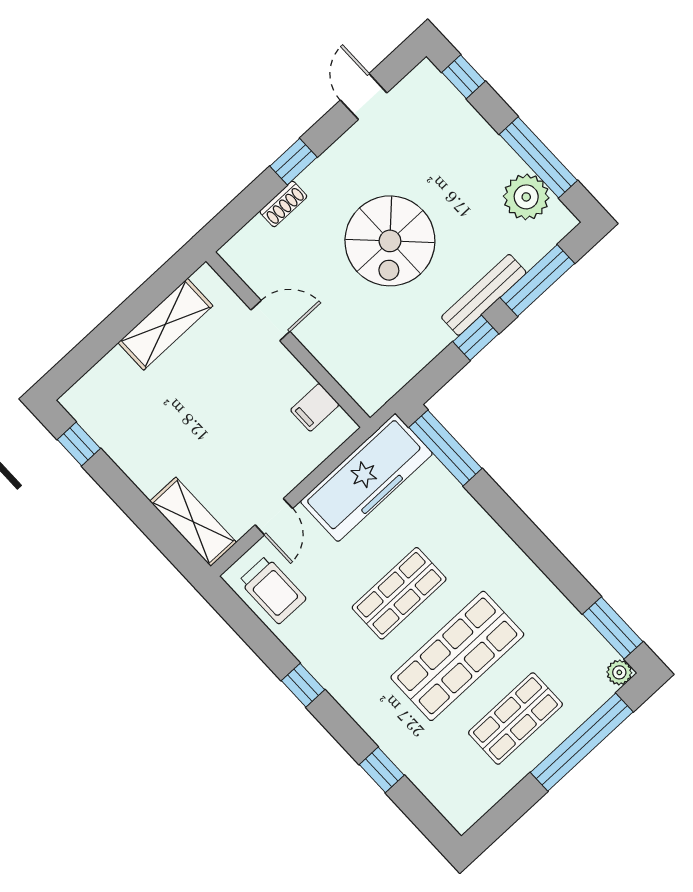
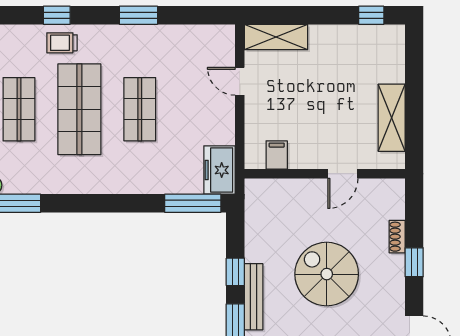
freezer: (366, 478) -> (220, 170), width x0.52, depth x0.79
trolley: (273, 590) -> (62, 43), moved, width x0.73, depth x0.72
window: (303, 685) -> (138, 15), width x1.50

